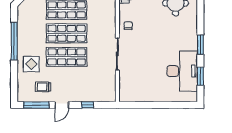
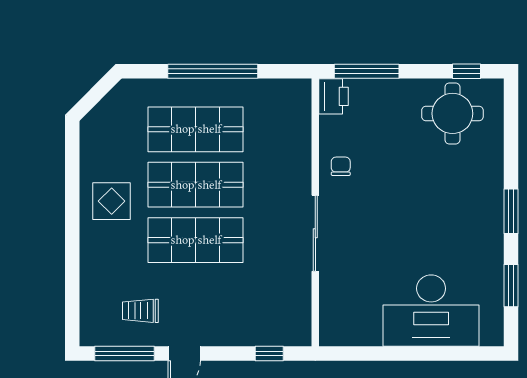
window: (14, 41) -> (72, 203), removed
display table: (31, 64) -> (112, 201), moved
desk: (182, 71) -> (431, 311), moved, turned 90
window: (87, 105) -> (269, 354), moved

